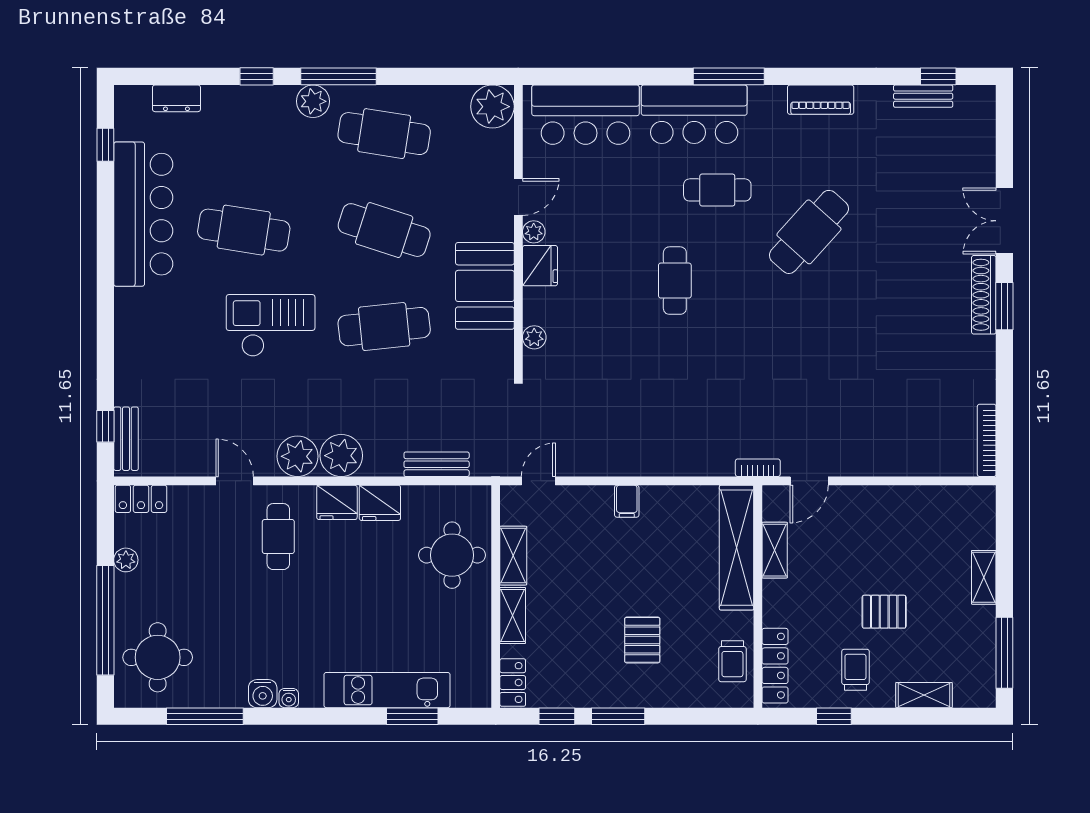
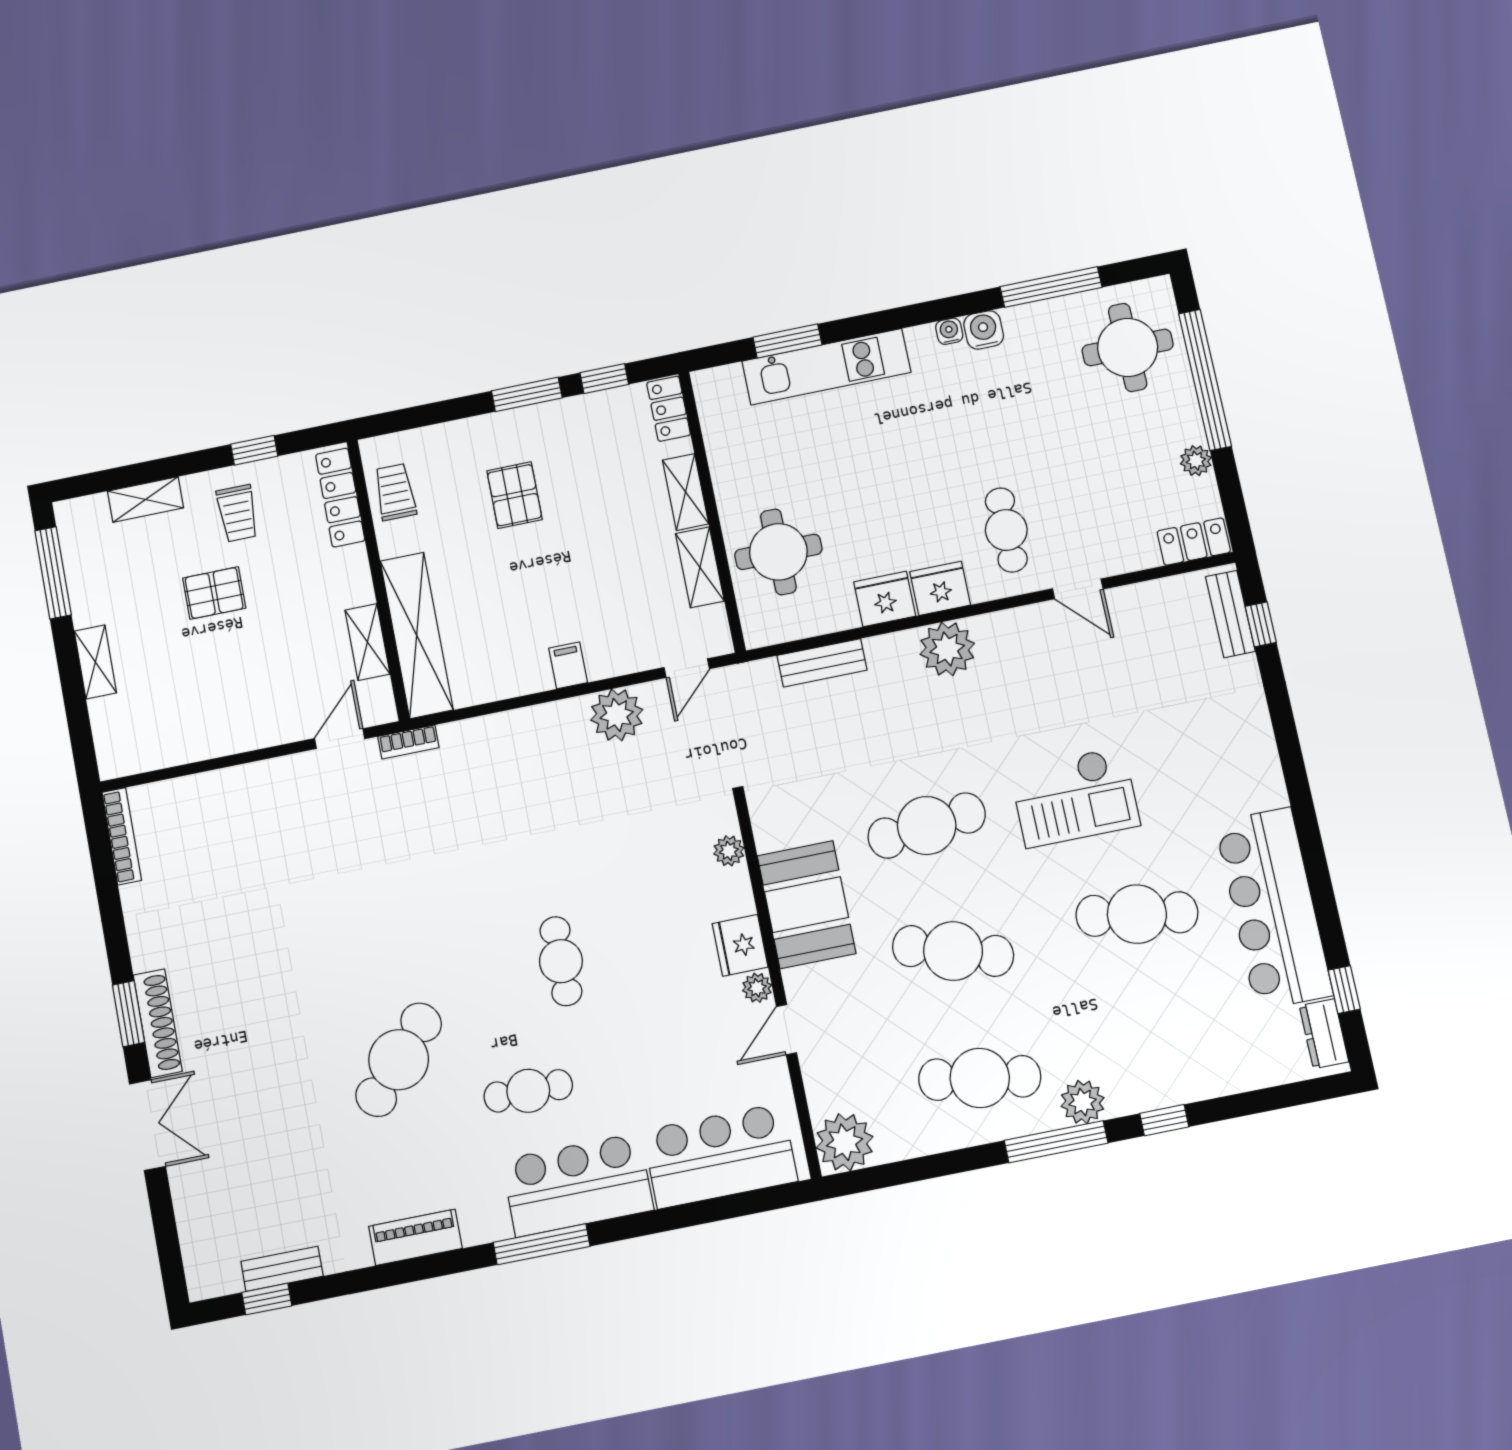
dresser: (176, 98) -> (1324, 1034), moved, turned -90
plant: (297, 456) -> (617, 715), moved

